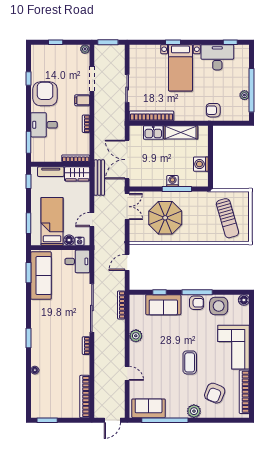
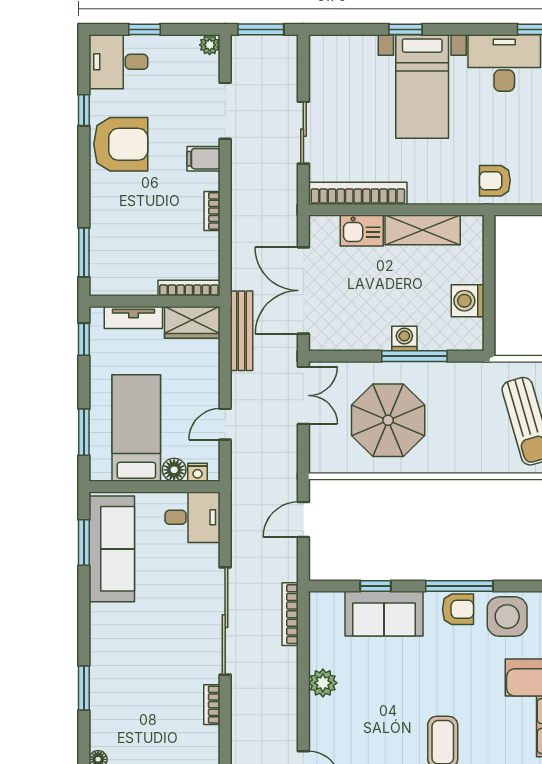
armchair: (45, 94) -> (121, 144), turned 90
desk: (44, 125) -> (118, 62), moved

